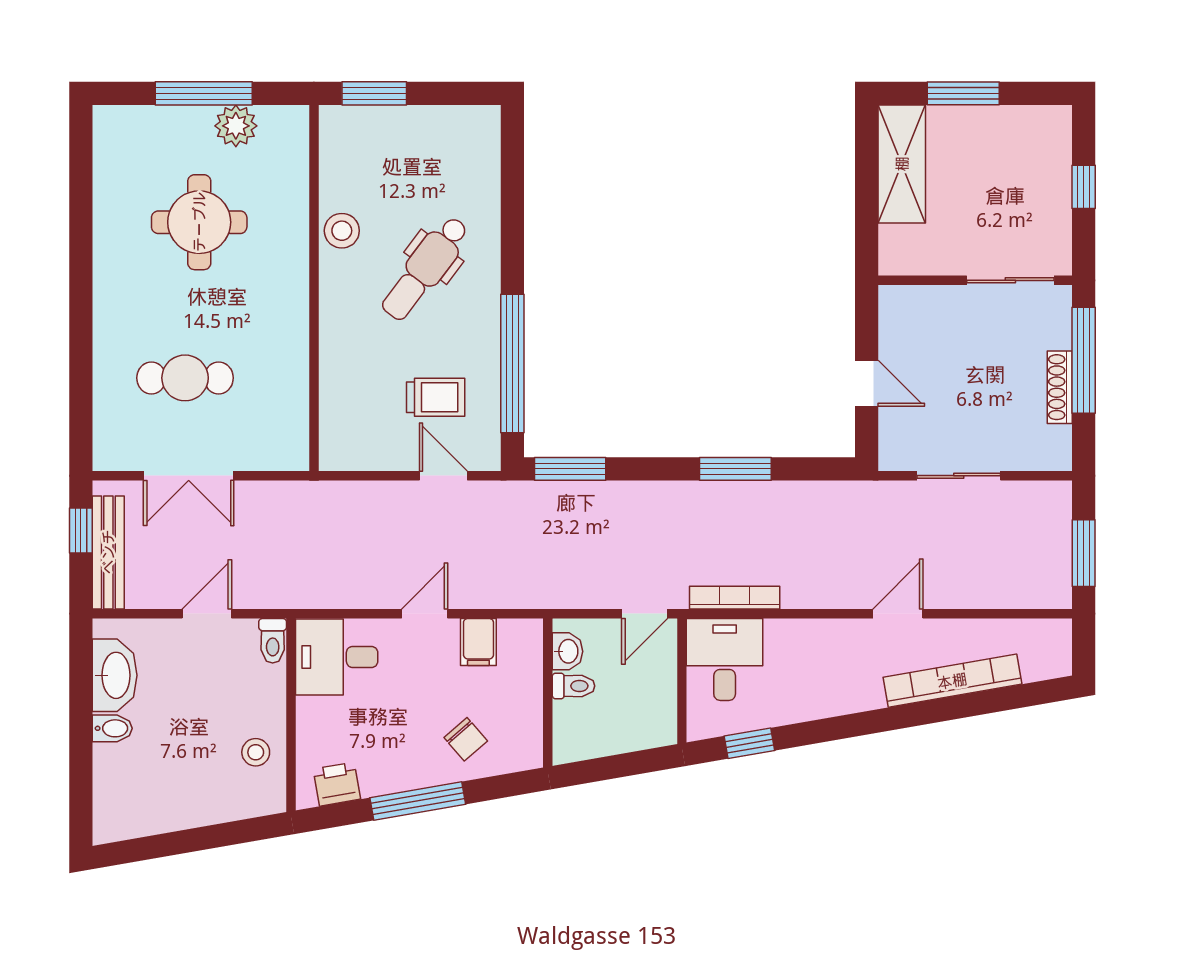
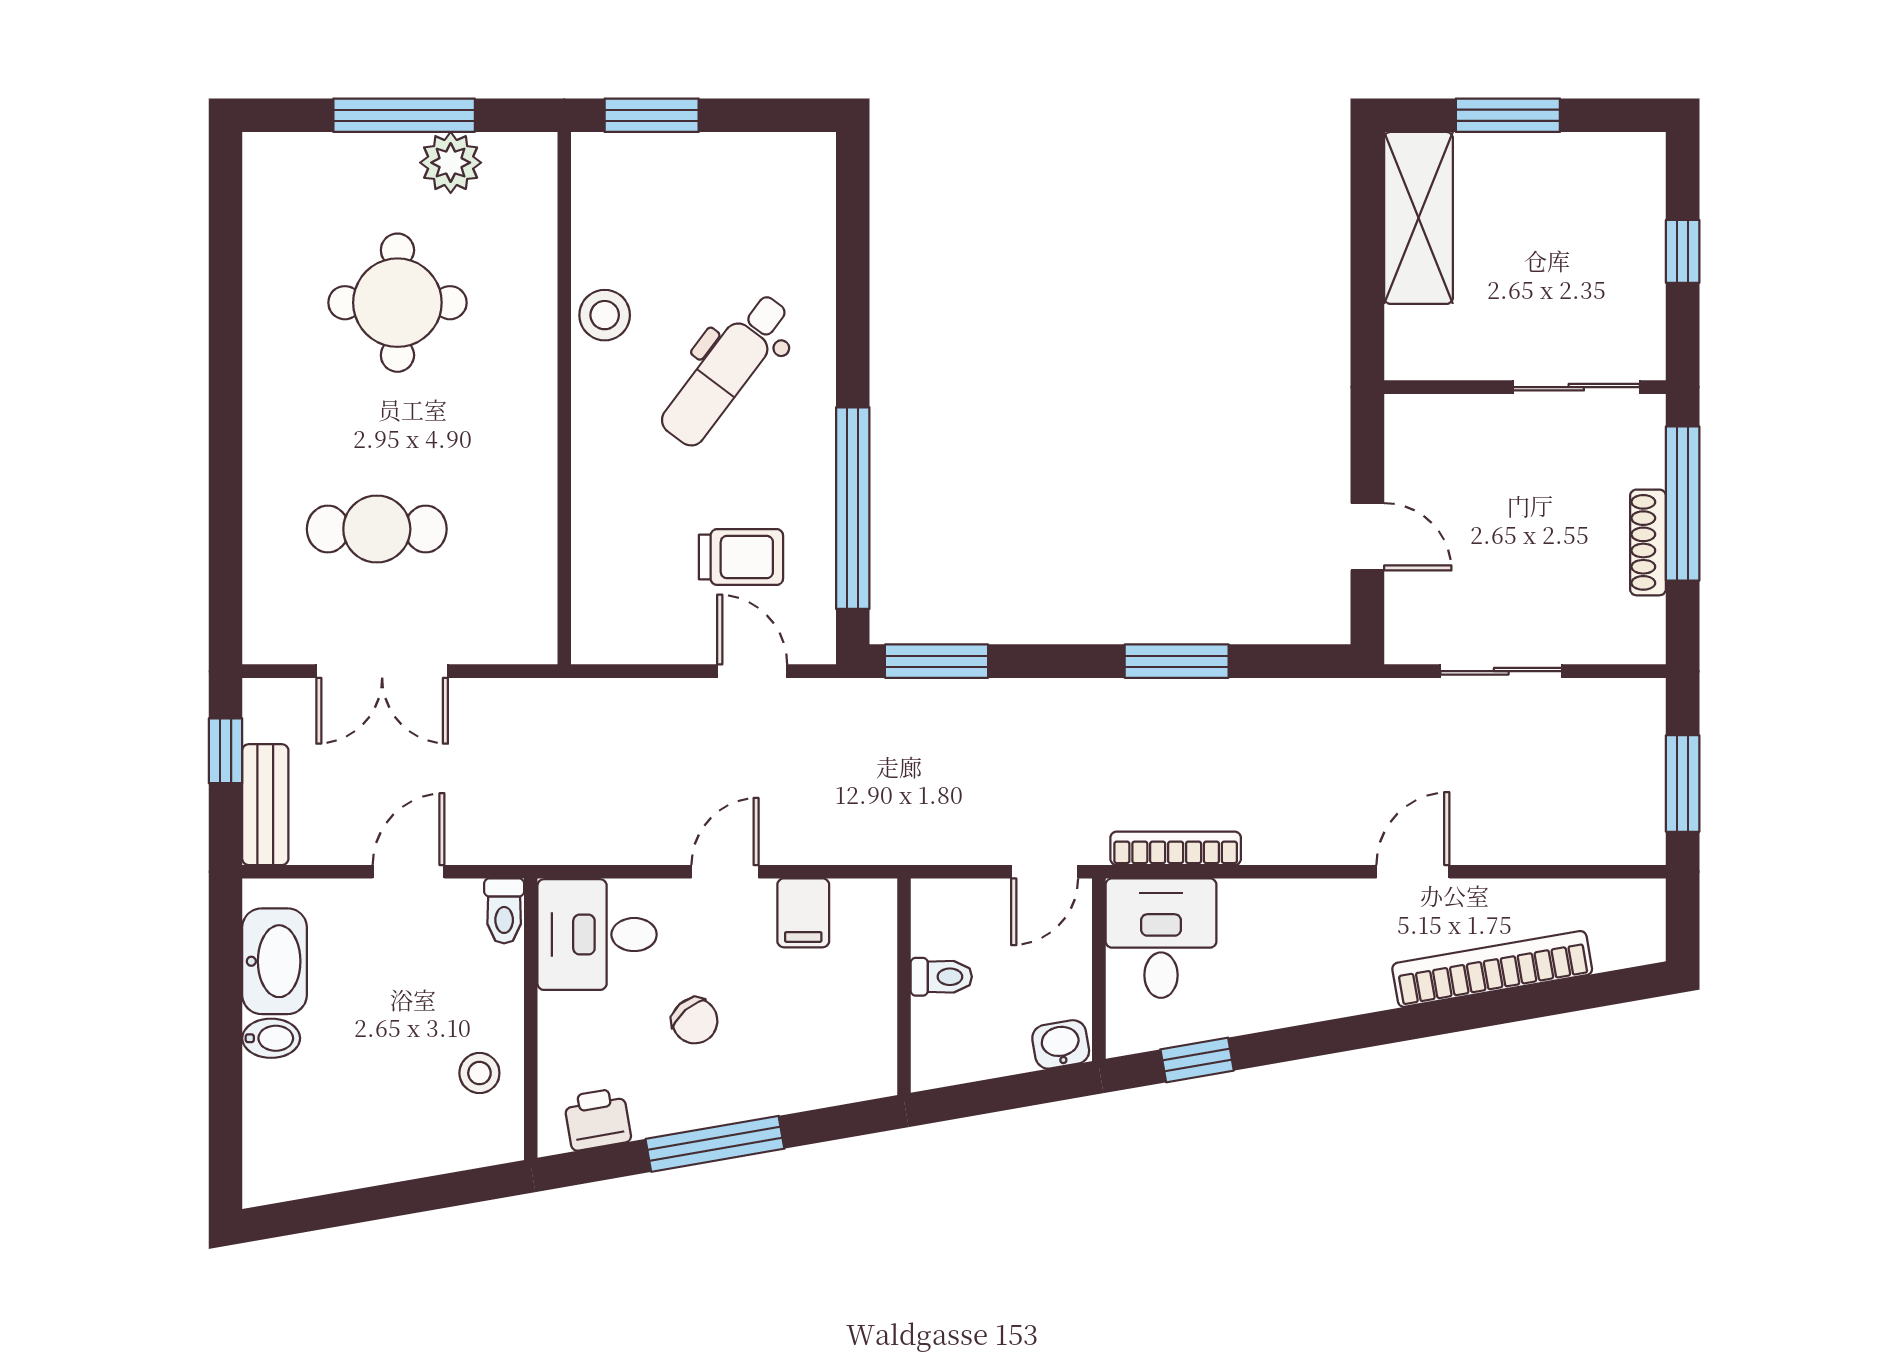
bench: (108, 552) -> (265, 805), width x0.73
washbasin: (567, 651) -> (1061, 1044), moved, turned -100
chair: (466, 739) -> (695, 1021), moved

